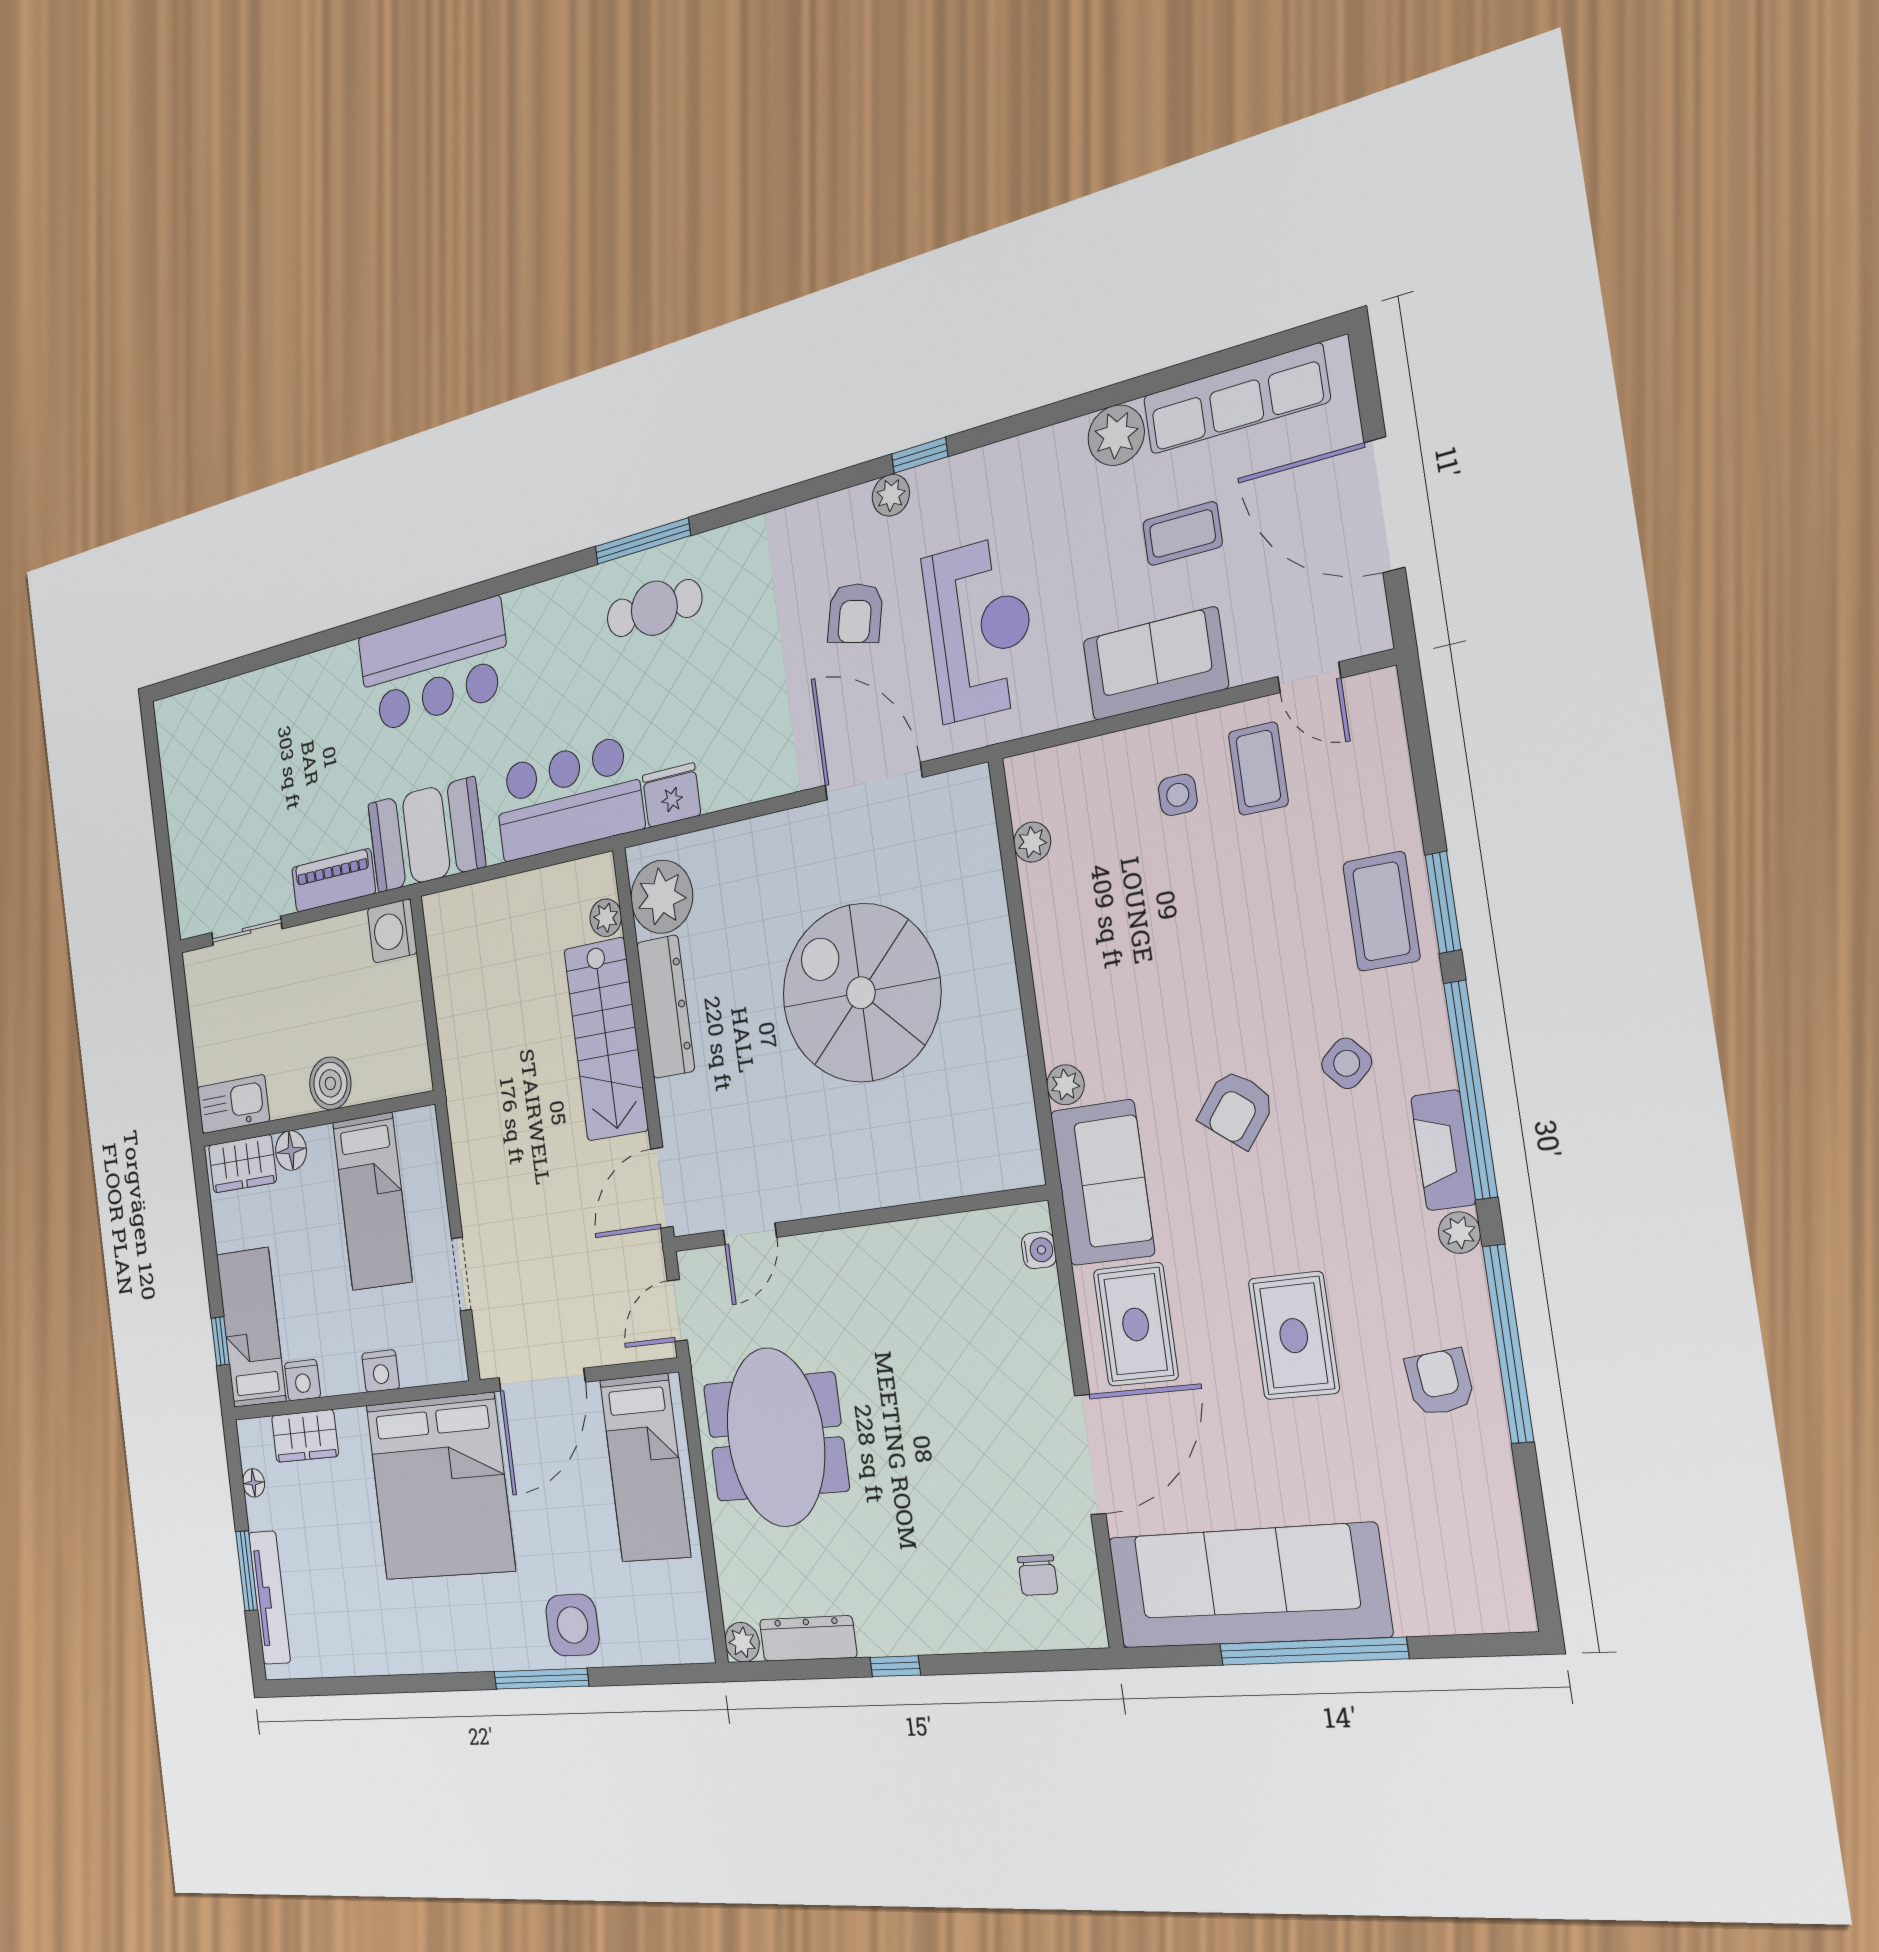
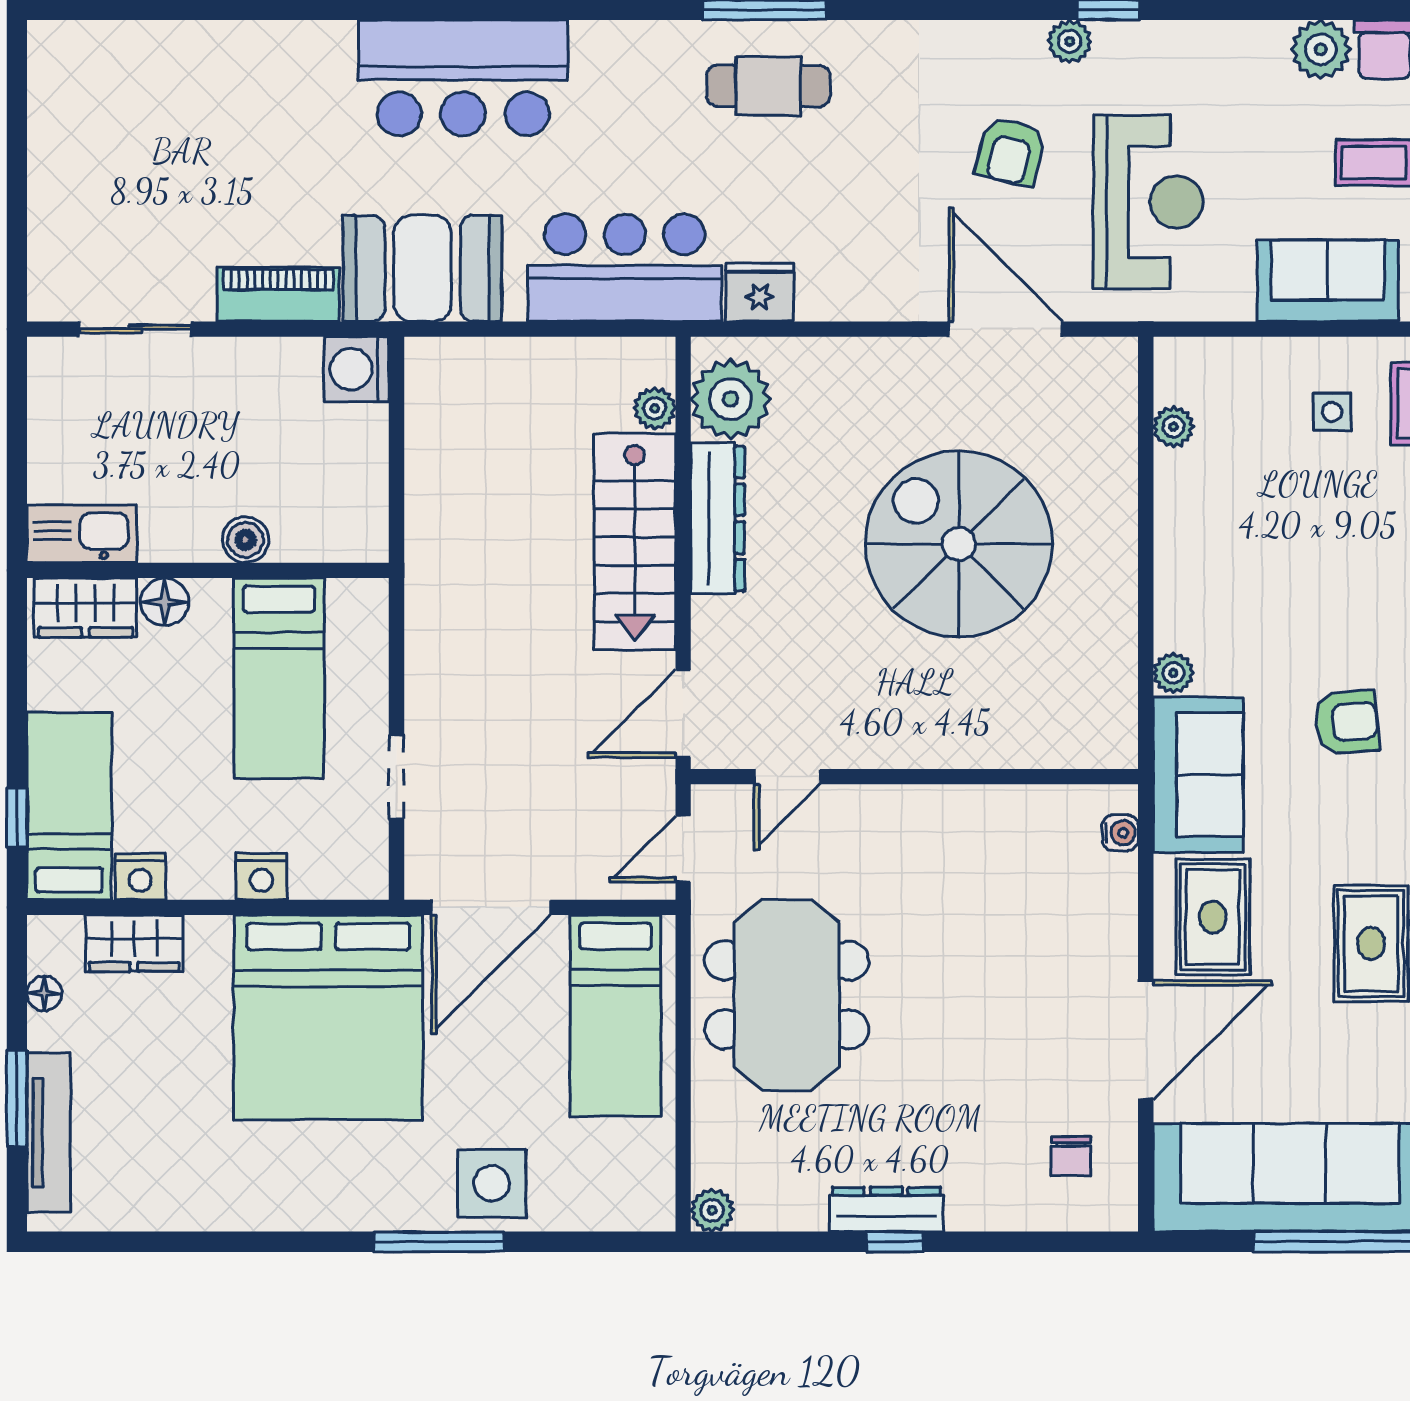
boiler: (330, 1083) -> (246, 540), width x0.73, depth x0.73
armchair: (1237, 1109) -> (1346, 722), turned -133
dresser: (808, 1638) -> (886, 1209), moved

